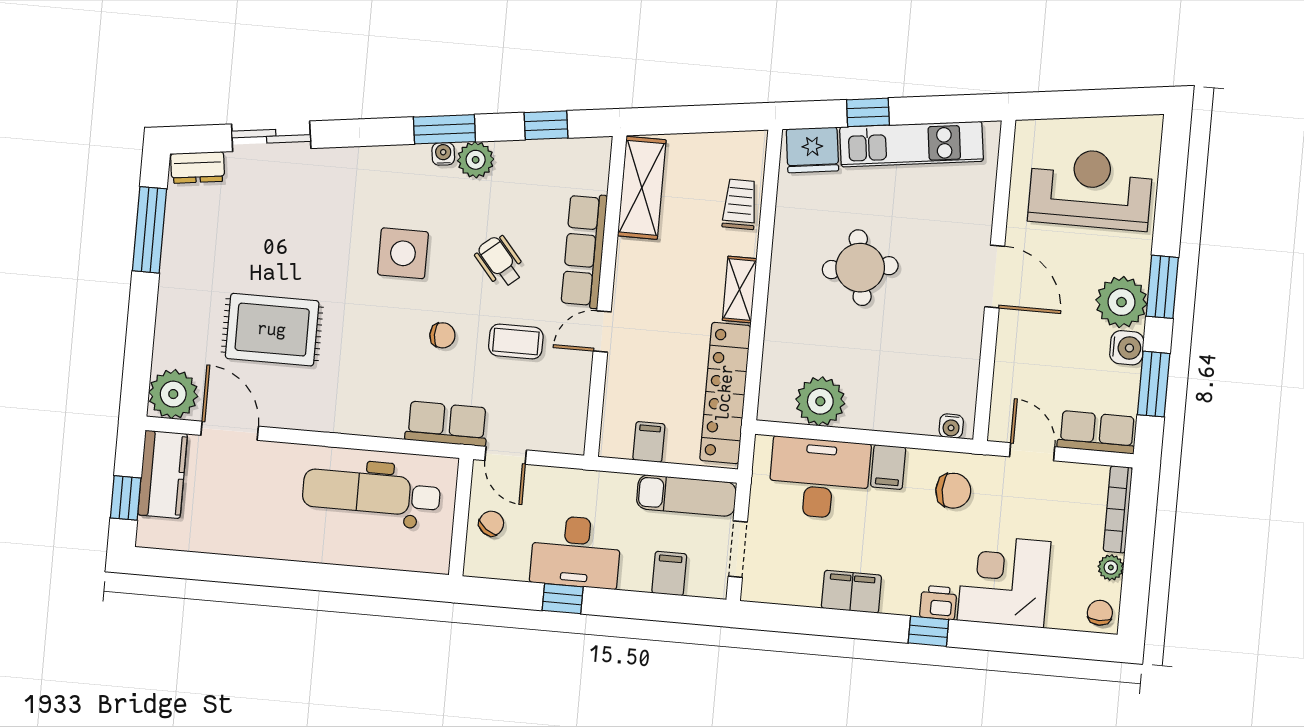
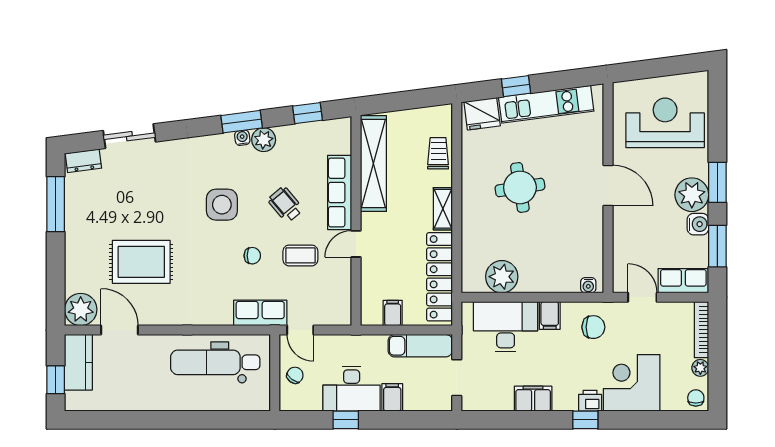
shelving: (642, 188) -> (373, 163), width x1.47
filing cabinet: (669, 573) -> (392, 397), moved

